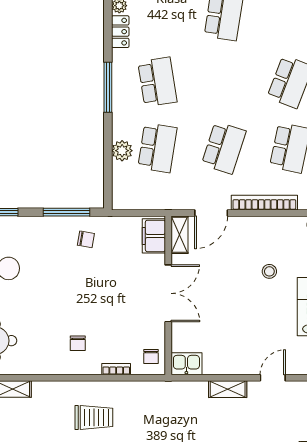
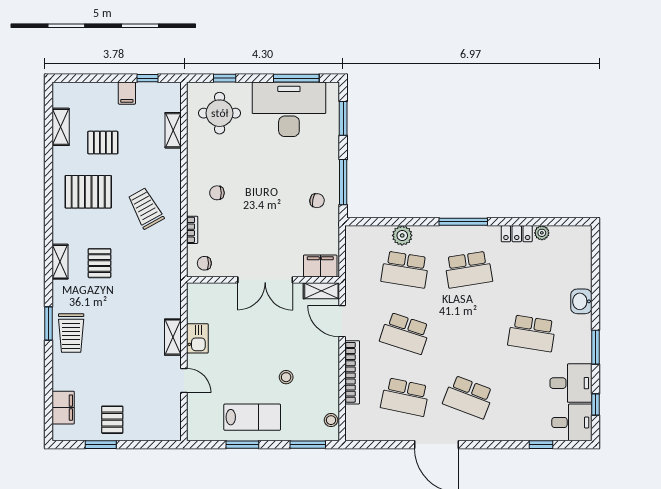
chair: (86, 239) -> (317, 201), turned -90
kitchen sink: (186, 364) -> (197, 338), moved
trolley: (94, 417) -> (146, 208), turned 151

